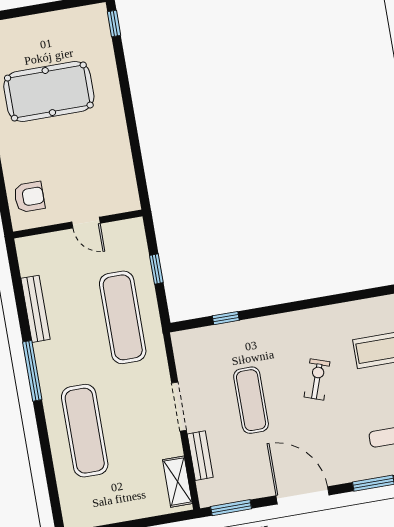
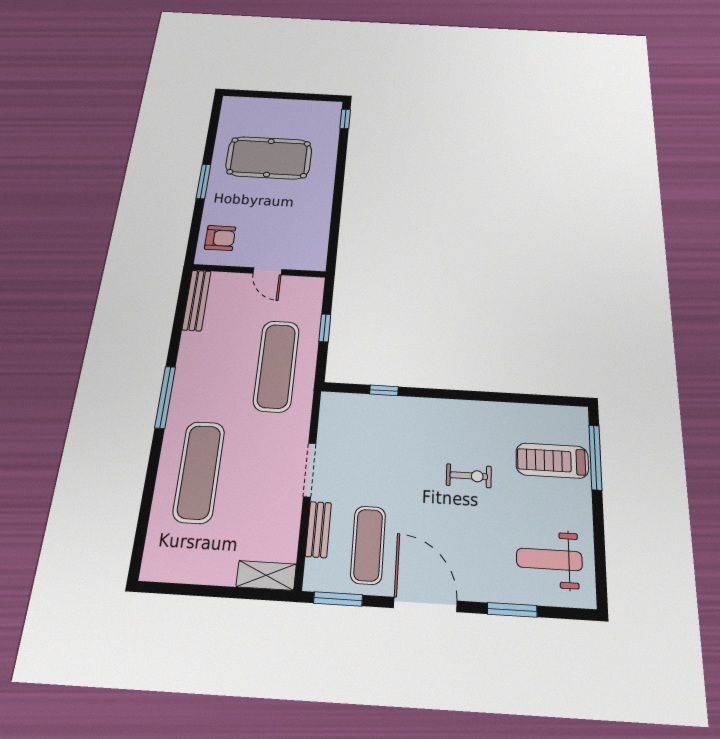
bench: (35, 309) -> (197, 300), moved
exercise bike: (317, 379) -> (469, 476), turned 71
exercise mat: (251, 400) -> (368, 545), moved
shelving: (177, 482) -> (266, 575), moved, turned 90

